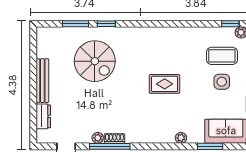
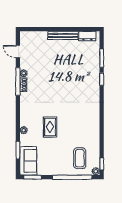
spiral stairs: (95, 61) -> (76, 71), removed
side table: (222, 82) -> (62, 158), removed
rug: (165, 84) -> (50, 127), moved
dresser: (43, 116) -> (87, 36), moved

